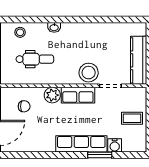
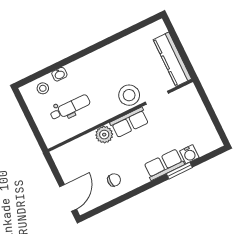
washbasin: (54, 27) -> (59, 74), moved
chair: (24, 106) -> (114, 180), moved
coffee table: (132, 118) -> (193, 119), removed
row of seats: (81, 144) -> (164, 165), width x0.68

